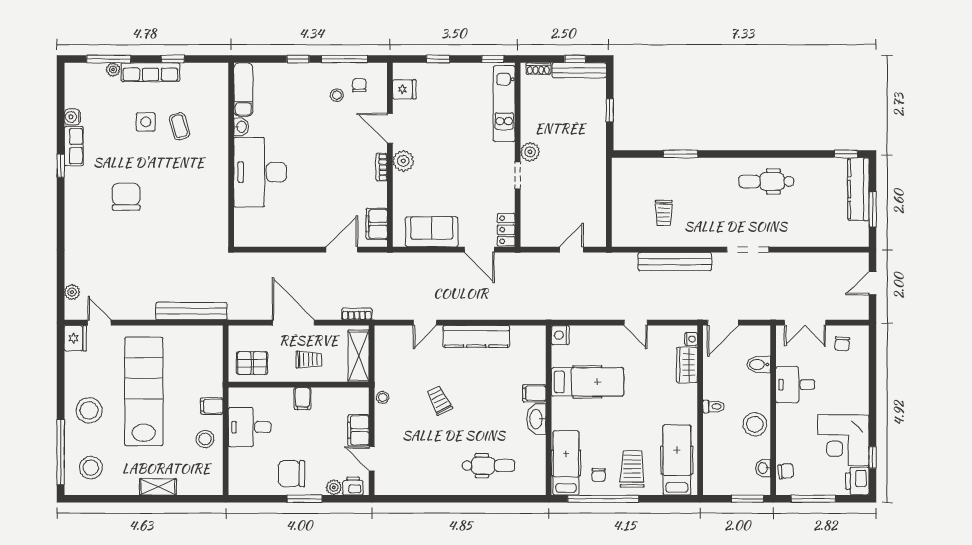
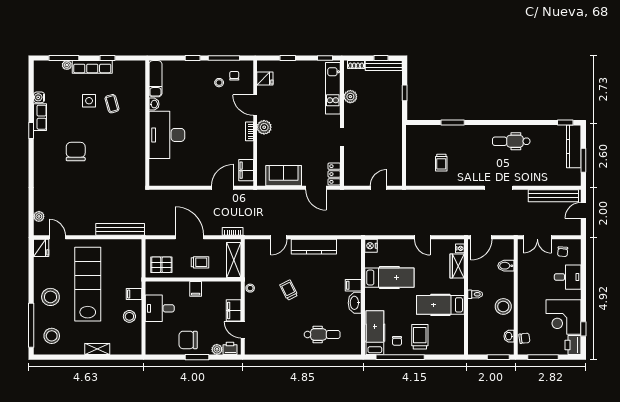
plant: (530, 152) -> (350, 97), moved
bench: (675, 262) -> (553, 196), moved
desk: (795, 385) -> (568, 277), moved, turned 180
hospital bed: (677, 460) -> (440, 305), moved, turned -90

